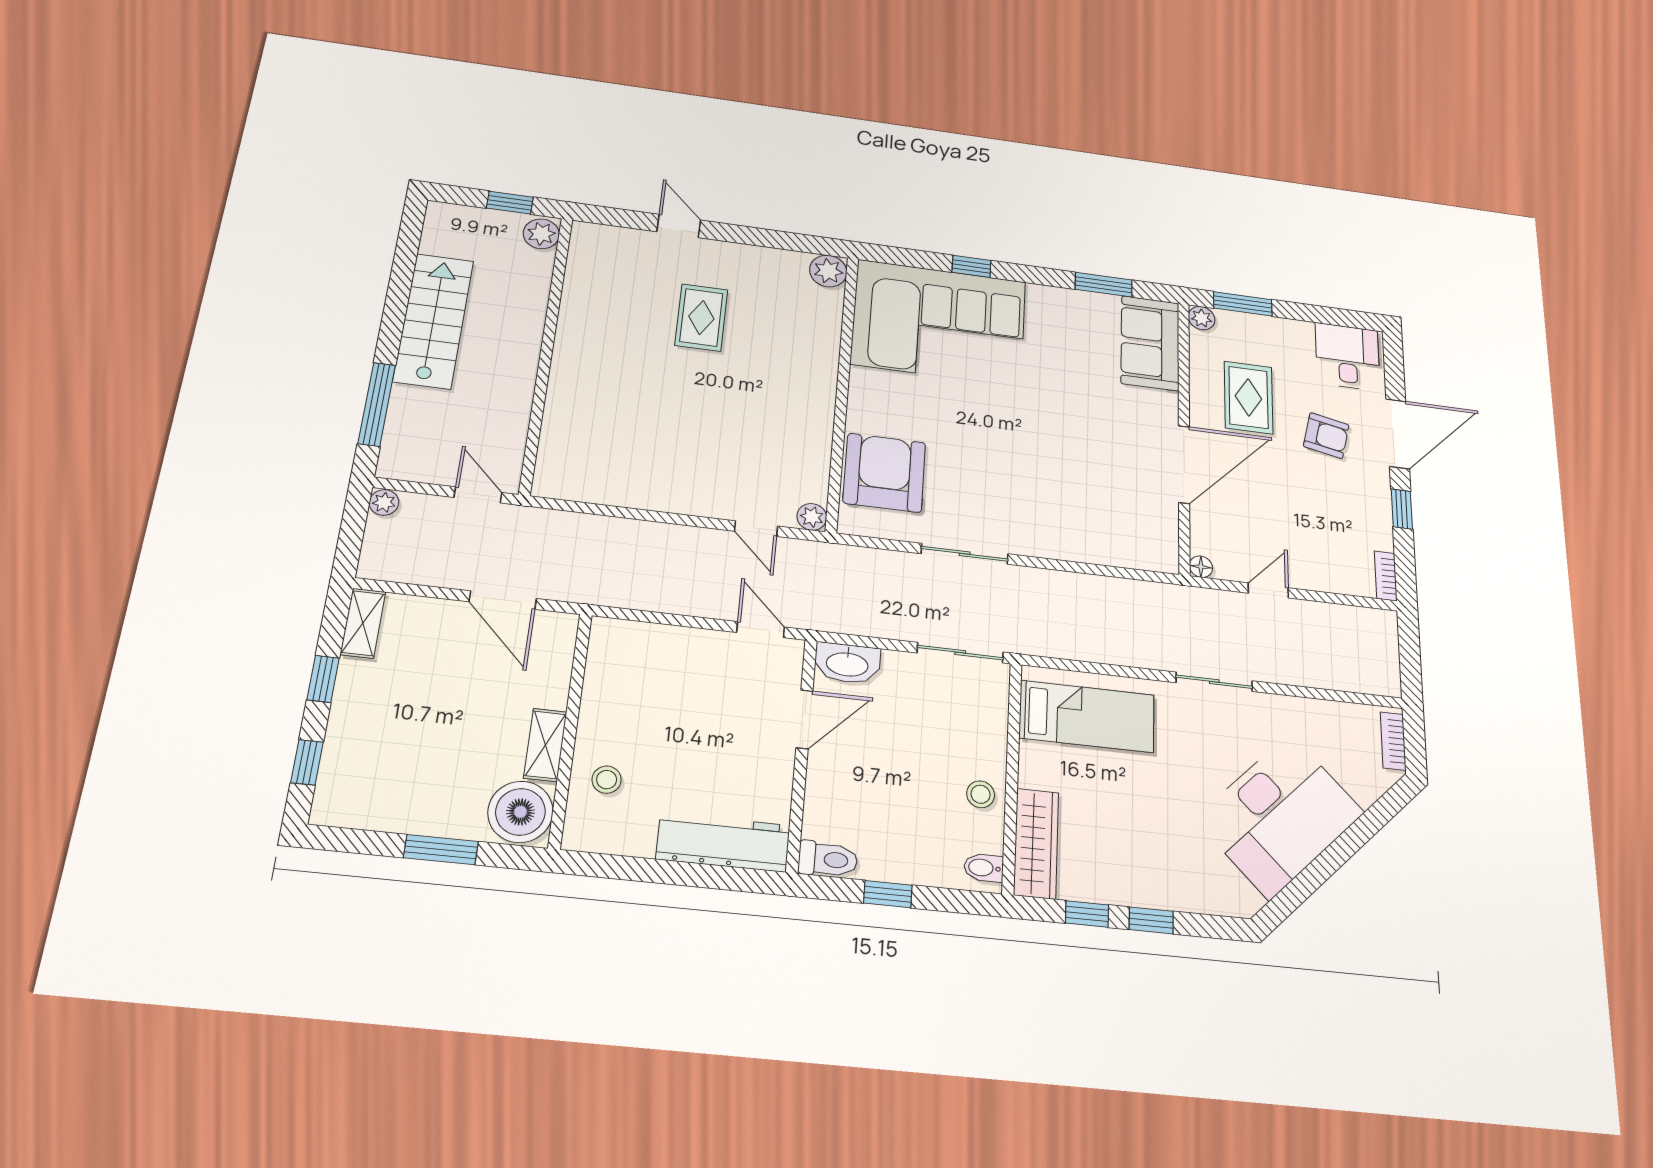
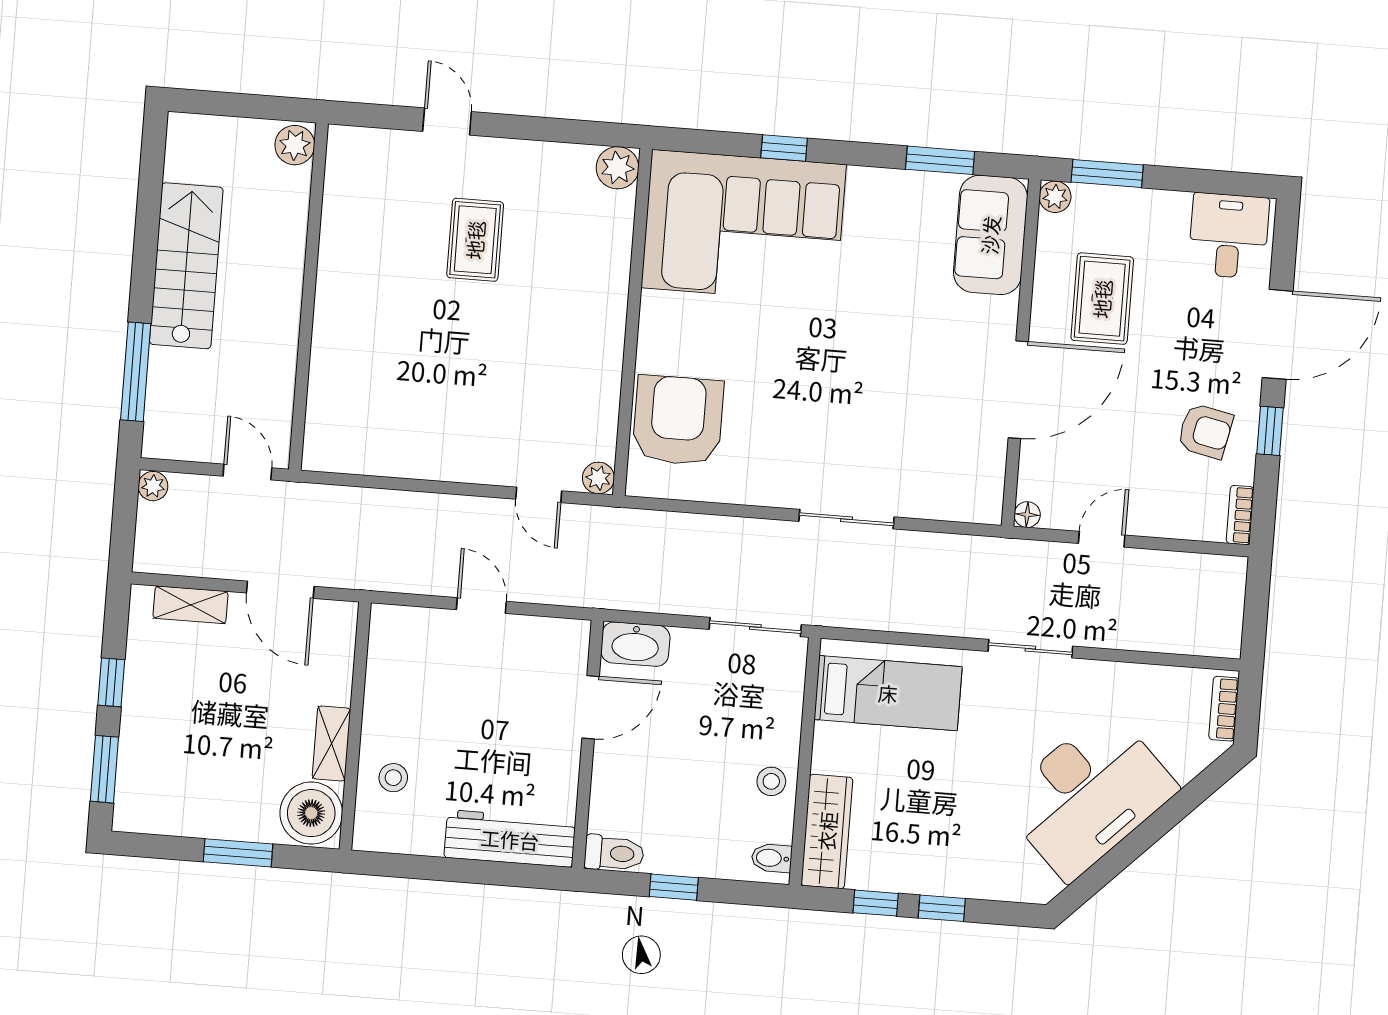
window: (510, 203) -> (258, 107), removed
armchair: (1326, 436) -> (1205, 431), moved
sliding door: (965, 554) -> (846, 519), moved
shelving: (363, 623) -> (190, 605), moved, turned 90
door: (761, 630) -> (481, 605), moved
window: (307, 762) -> (104, 769), width x1.50

